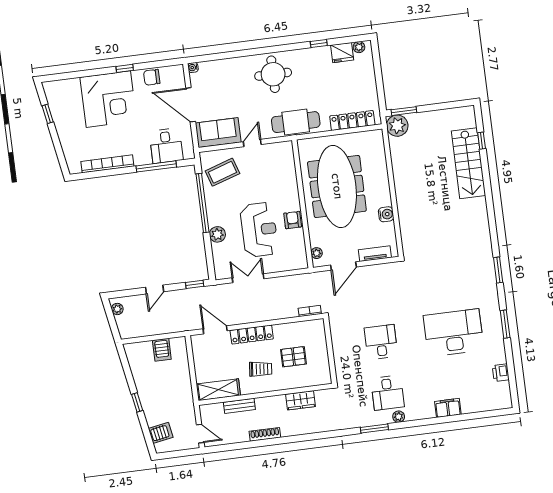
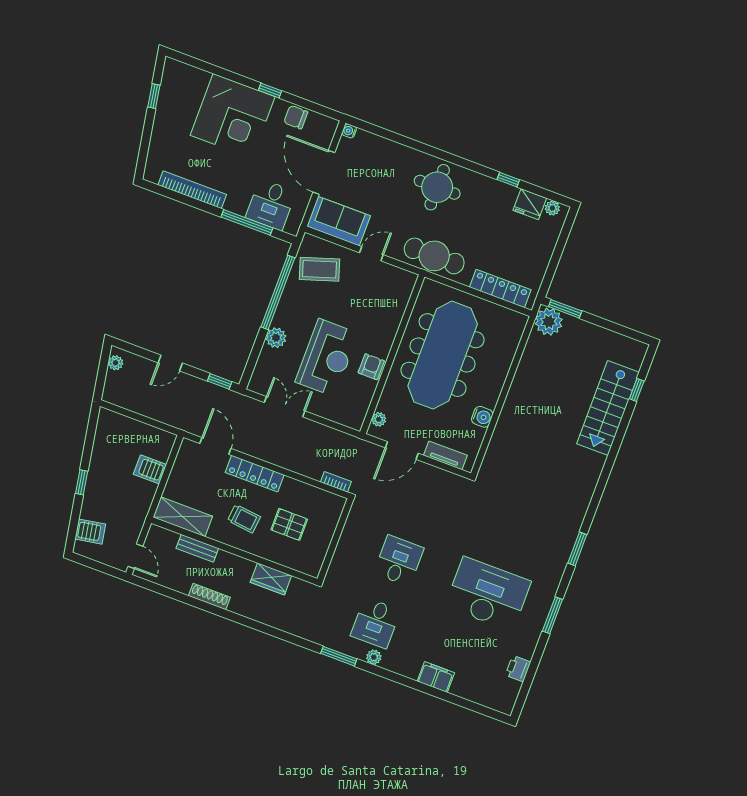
server rack: (162, 350) -> (150, 469), moved, turned 90

